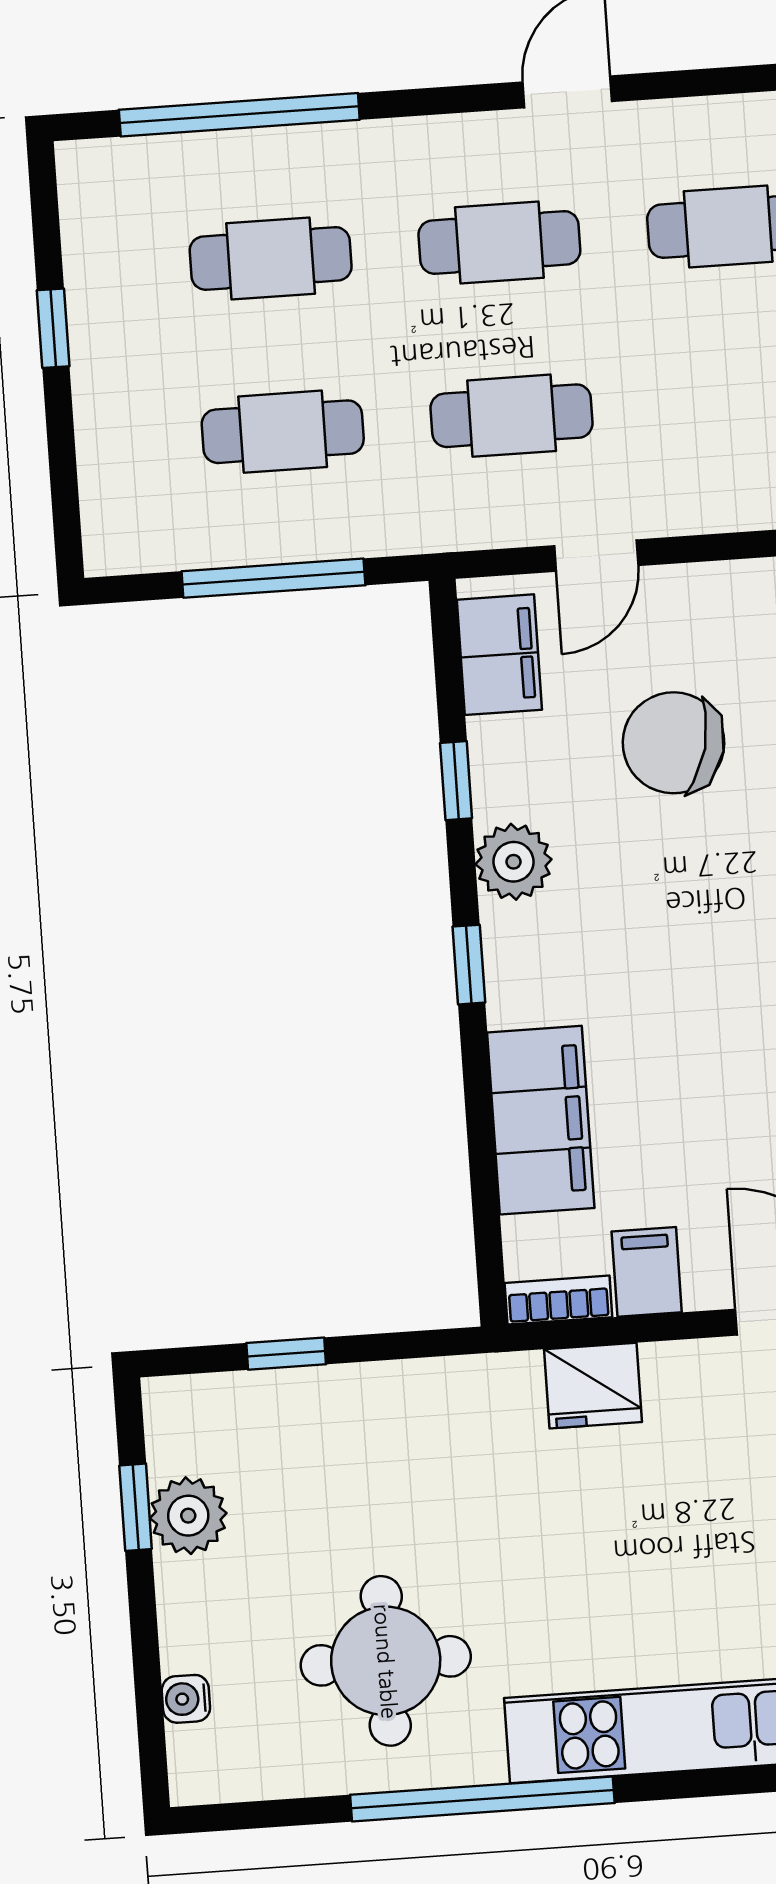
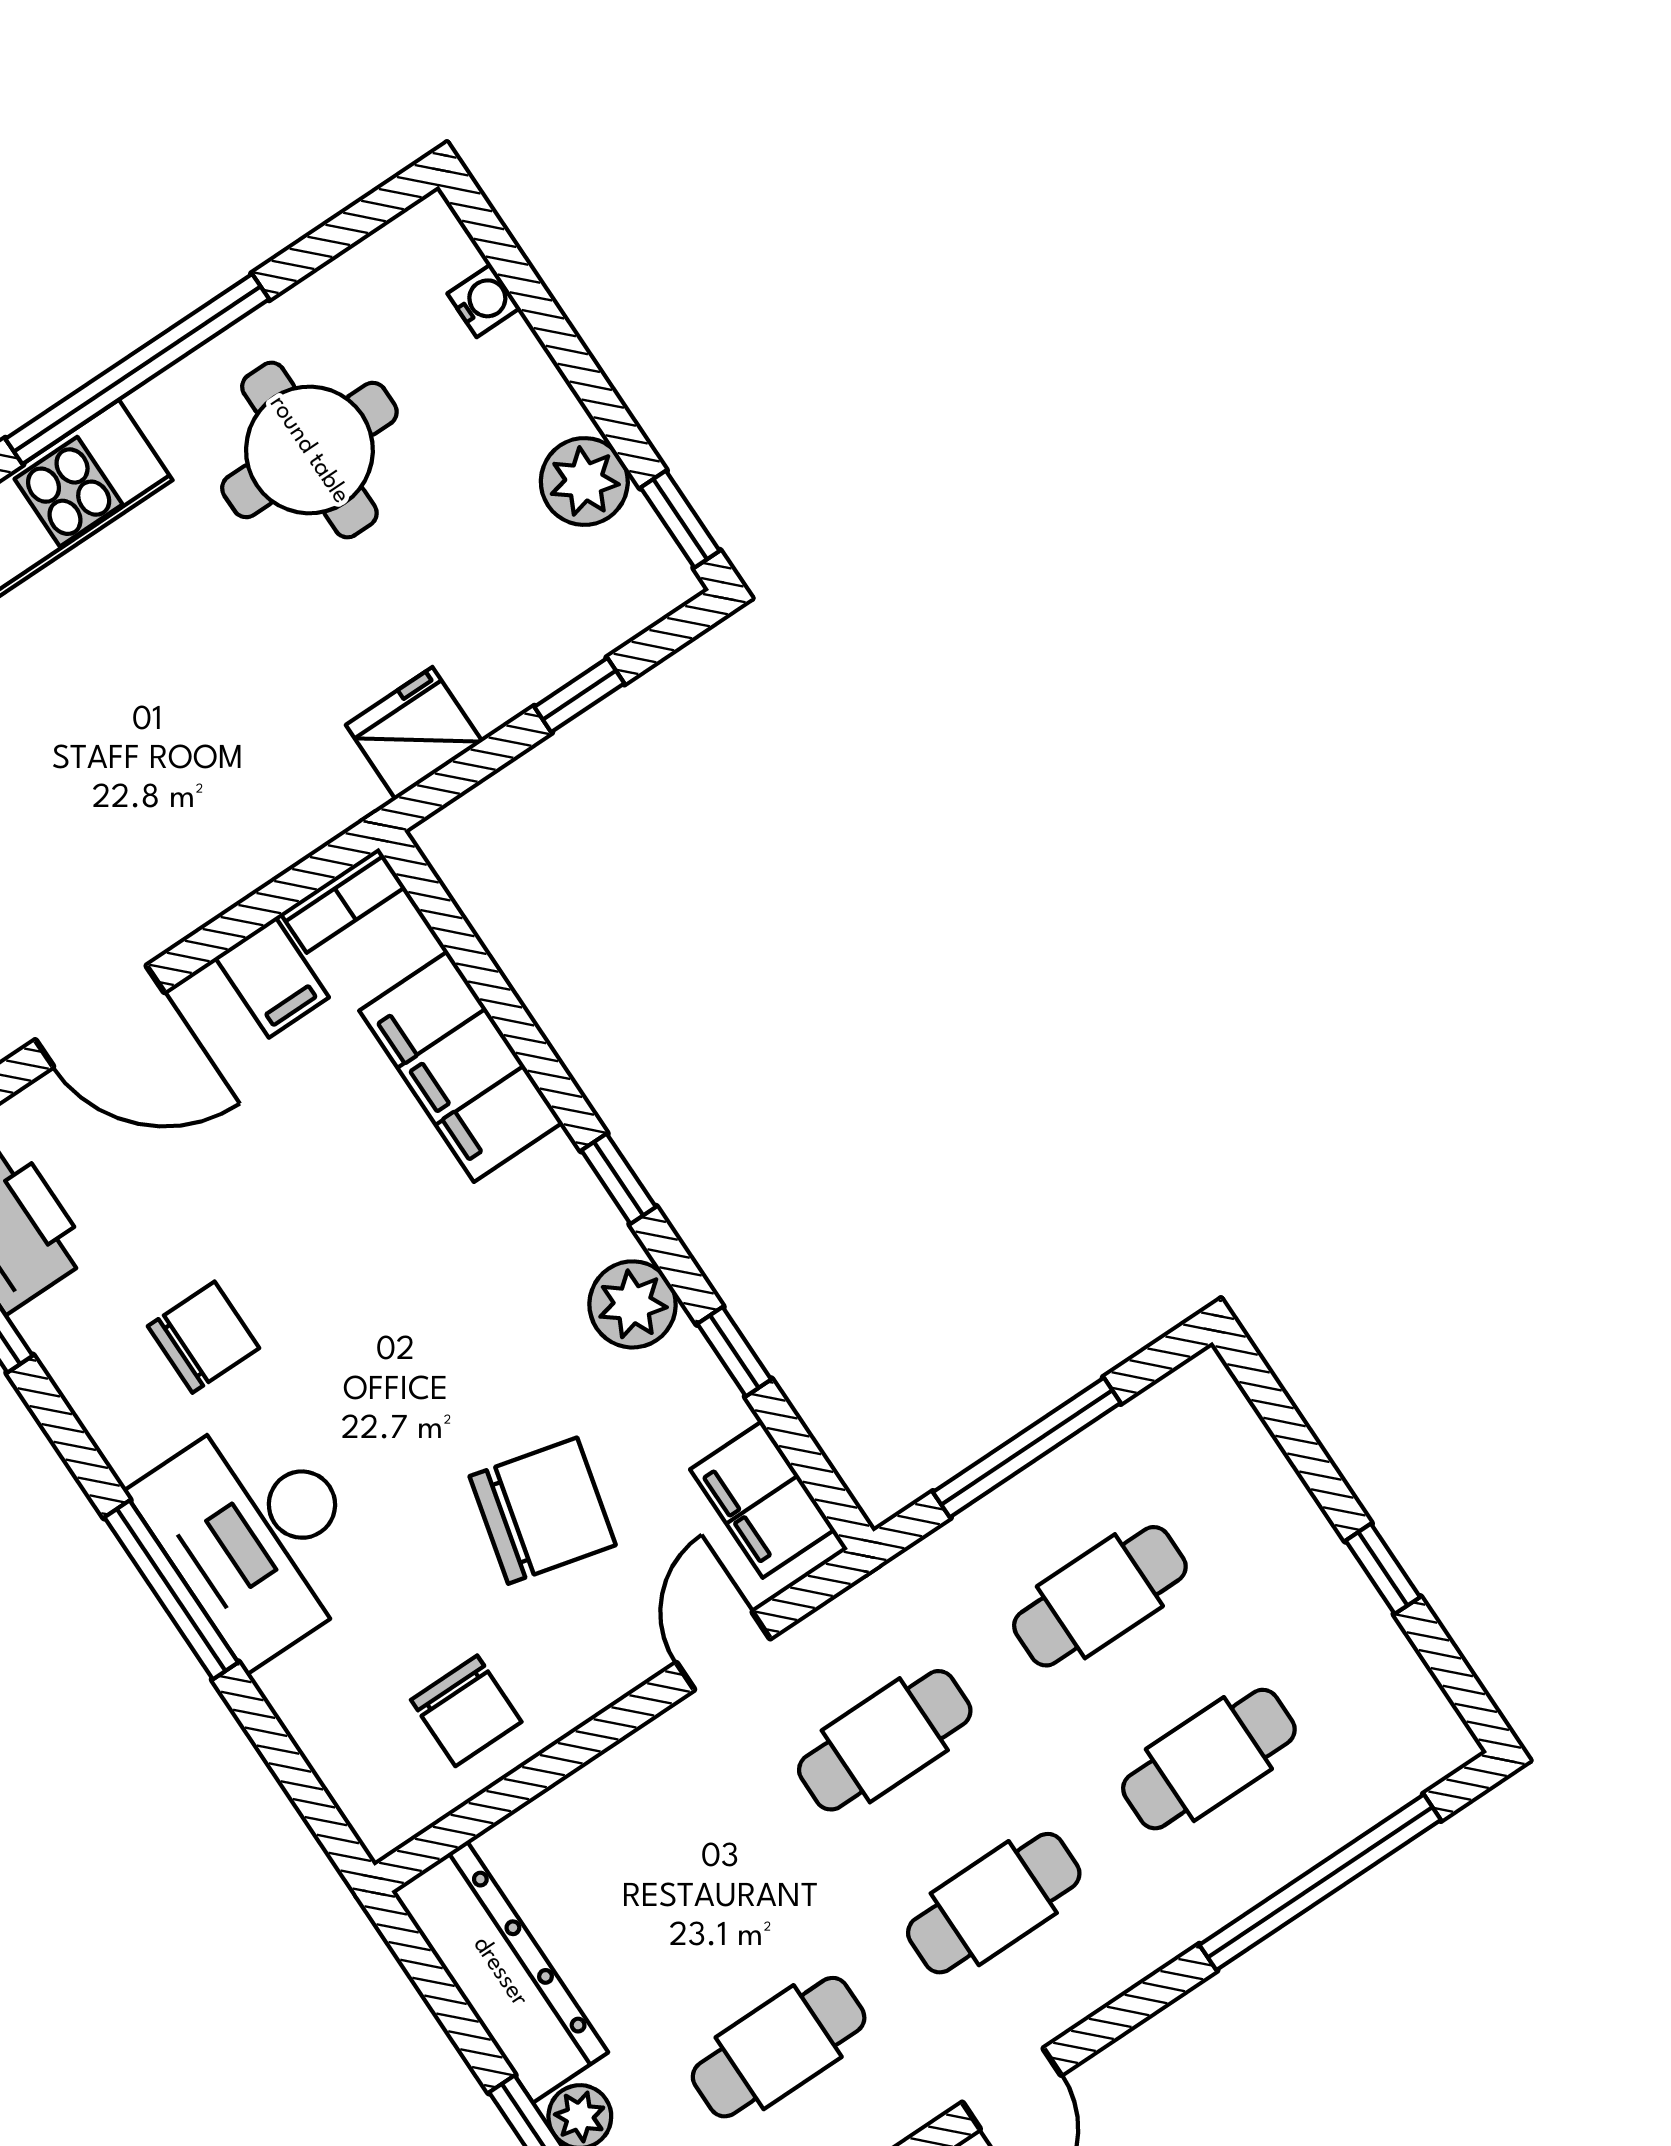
fridge: (593, 1386) -> (414, 733), moved
window: (136, 1507) -> (680, 519), moved

